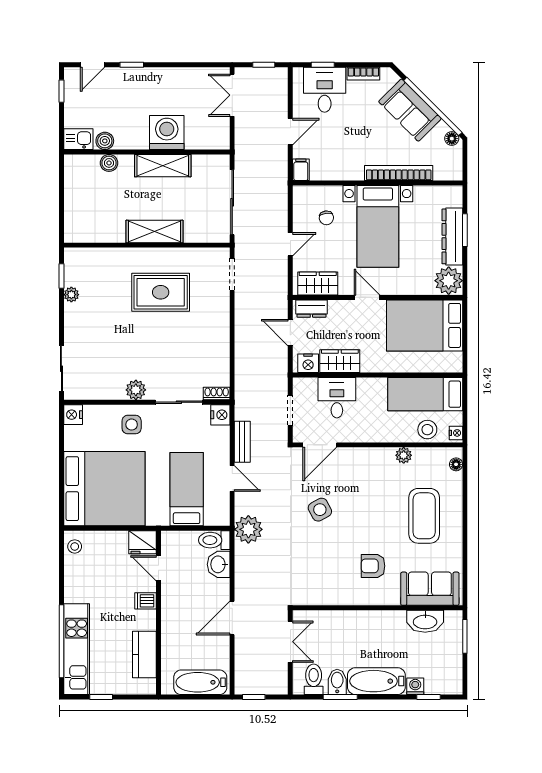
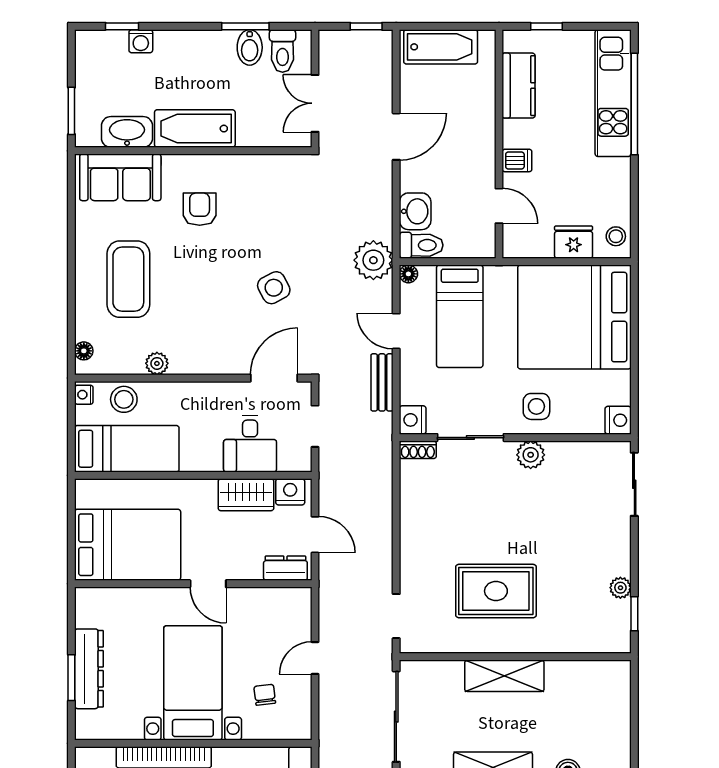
plant: (449, 281) -> (94, 607), removed
wardrobe: (318, 284) -> (277, 603), removed
floor lamp: (223, 520) -> (408, 274), added
fridge: (143, 542) -> (574, 242), moved
armchair: (373, 566) -> (200, 209), turned -90
bathtub: (376, 681) -> (195, 129), moved, turned 180
window: (101, 697) -> (547, 26), moved

